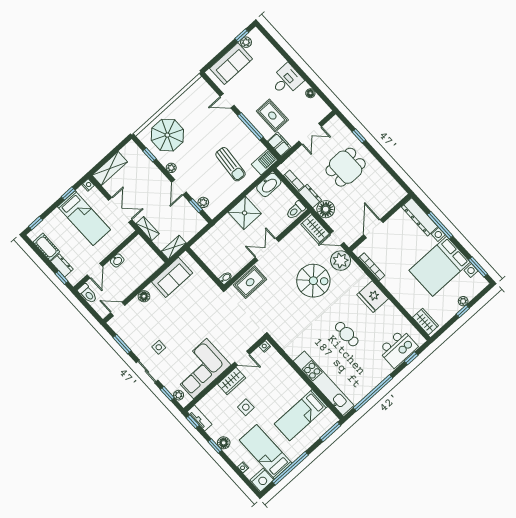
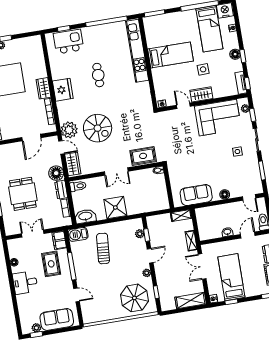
dining table: (346, 167) -> (23, 194), turned 90
spiral stairs: (313, 281) -> (98, 128), turned 180
wardrobe: (426, 322) -> (43, 88), moved
bed: (301, 415) -> (170, 55), moved

